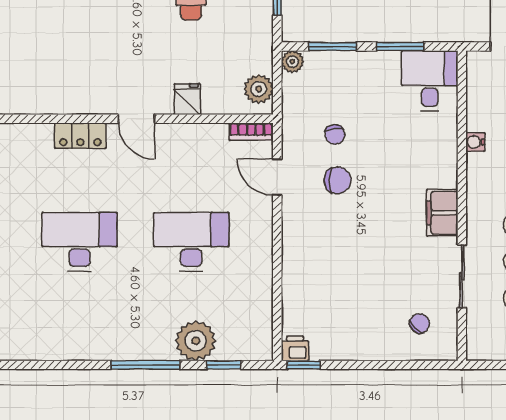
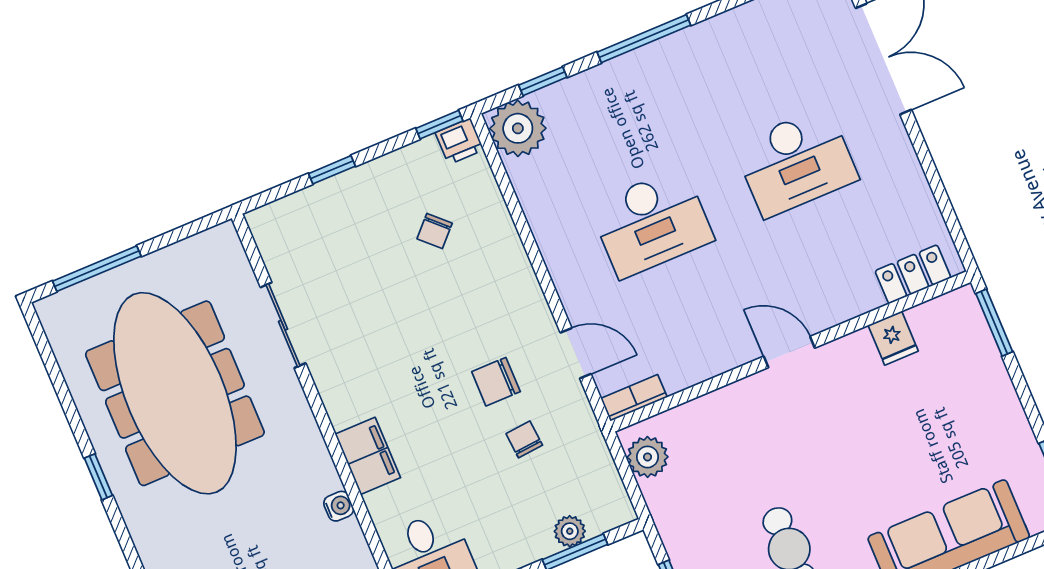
plant: (292, 62) -> (570, 531), moved
fridge: (187, 99) -> (893, 338), moved
locker: (80, 136) -> (913, 274), moved
filing cabinet: (442, 213) -> (368, 456), moved
chair: (420, 323) -> (435, 231), moved
plant: (196, 341) -> (518, 128), moved
window: (387, 365) -> (332, 170), added

